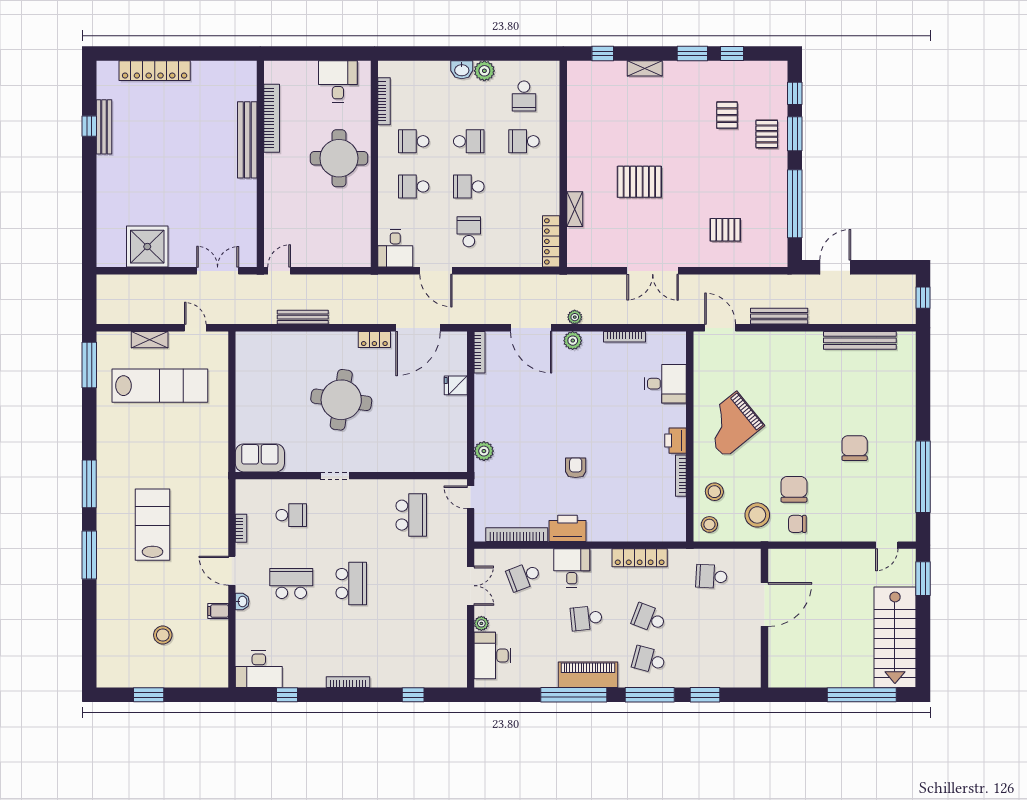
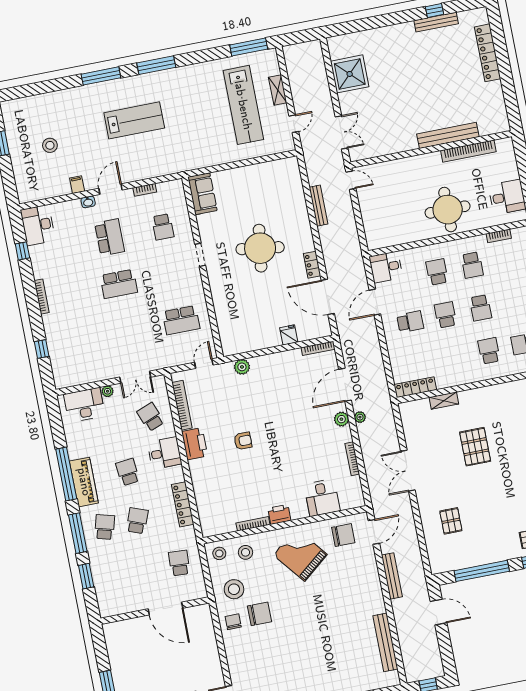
bookcase: (384, 101) -> (499, 236), width x0.64
school desk: (414, 141) -> (472, 265), turned 180
chair: (855, 448) -> (343, 535), moved

